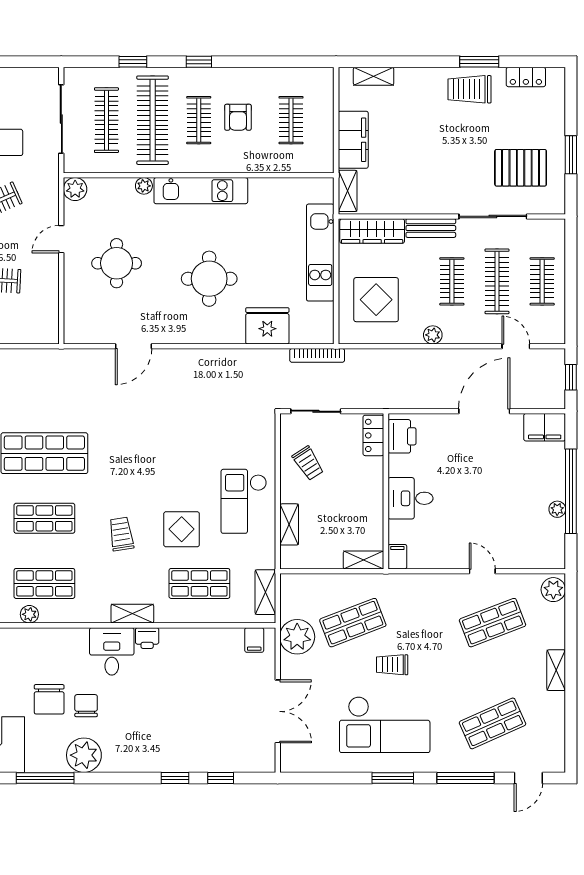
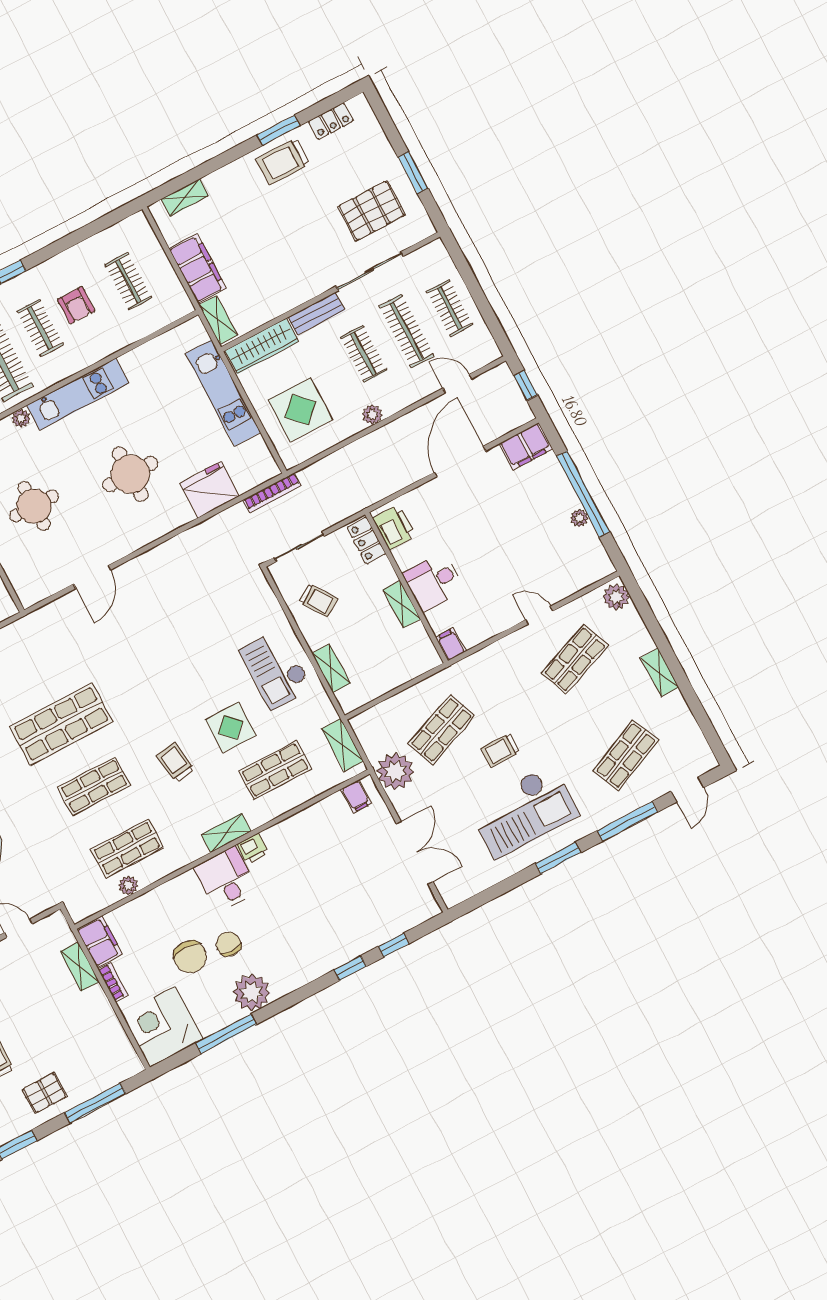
shelving: (364, 560) -> (402, 604), moved, turned 90

